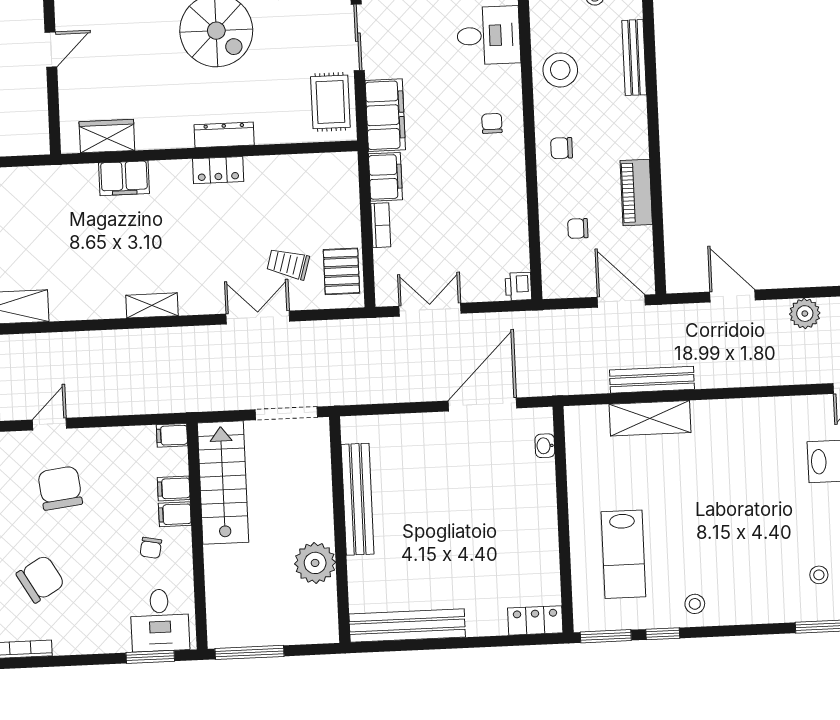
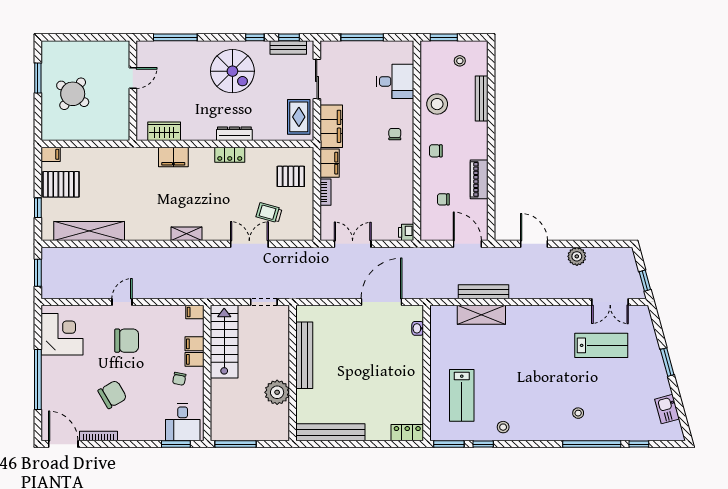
pallet: (341, 271) -> (291, 176), moved, turned 90
doorway: (286, 413) -> (264, 302), width x0.73
chair: (60, 488) -> (127, 341), turned 97

